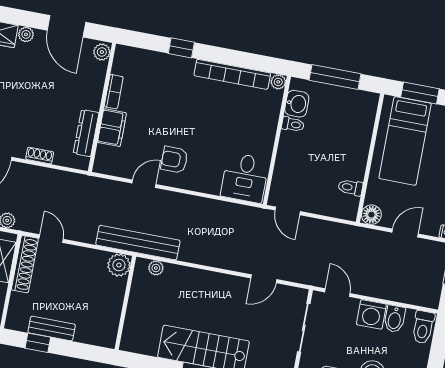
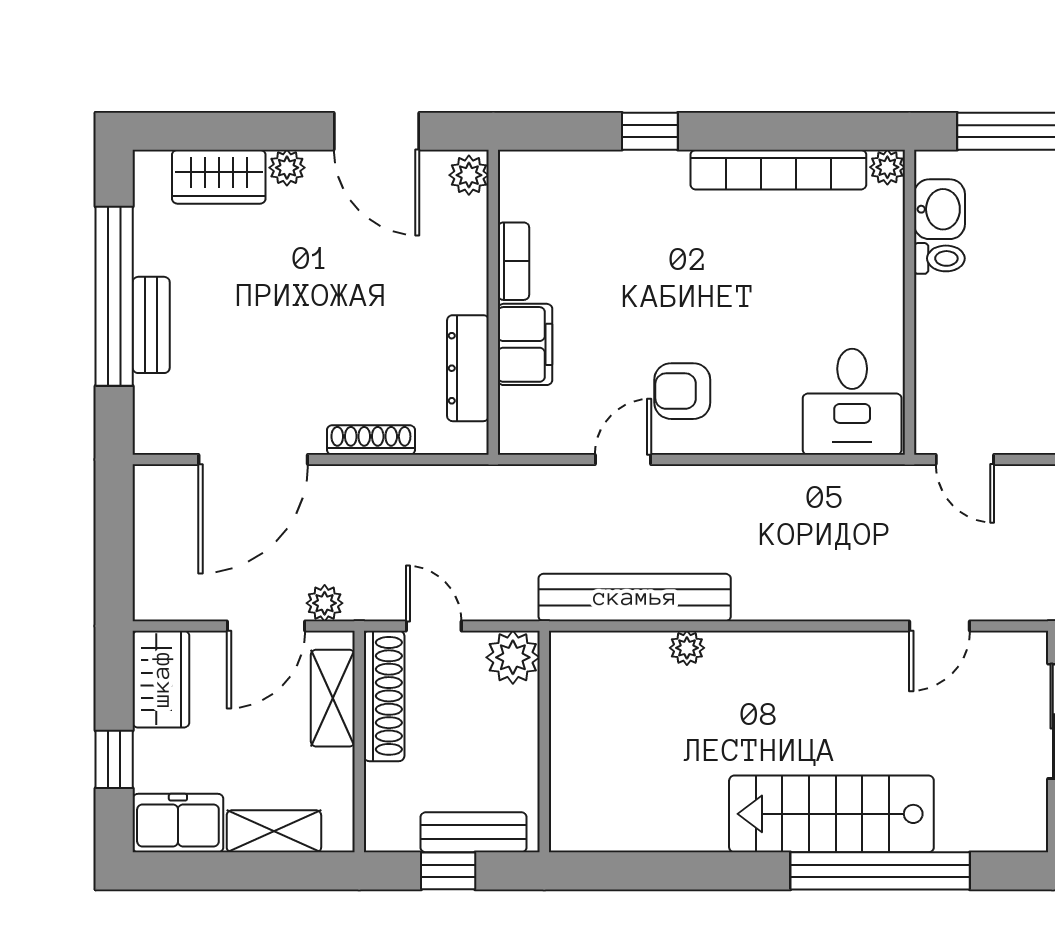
shoe rack: (40, 155) -> (371, 440), width x1.43
plant: (119, 265) -> (513, 657), moved
wall: (125, 303) -> (544, 742), moved

